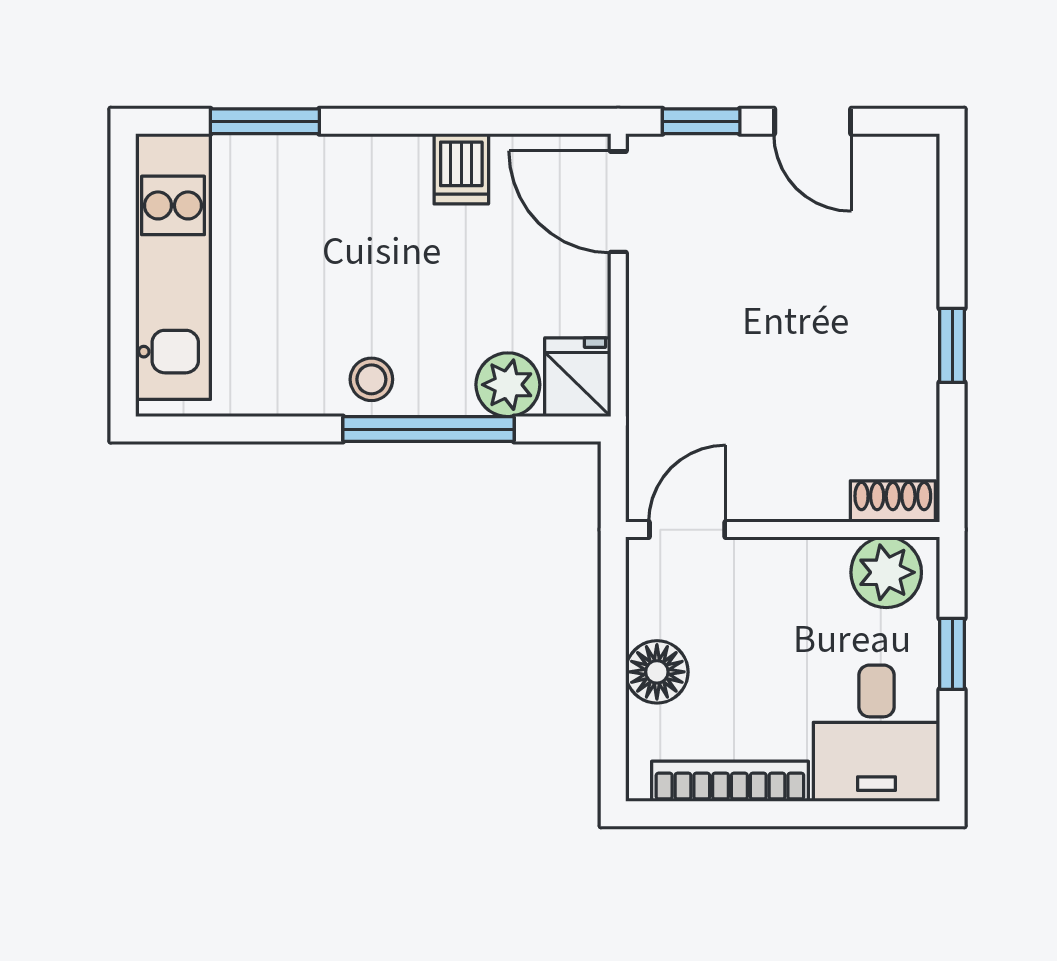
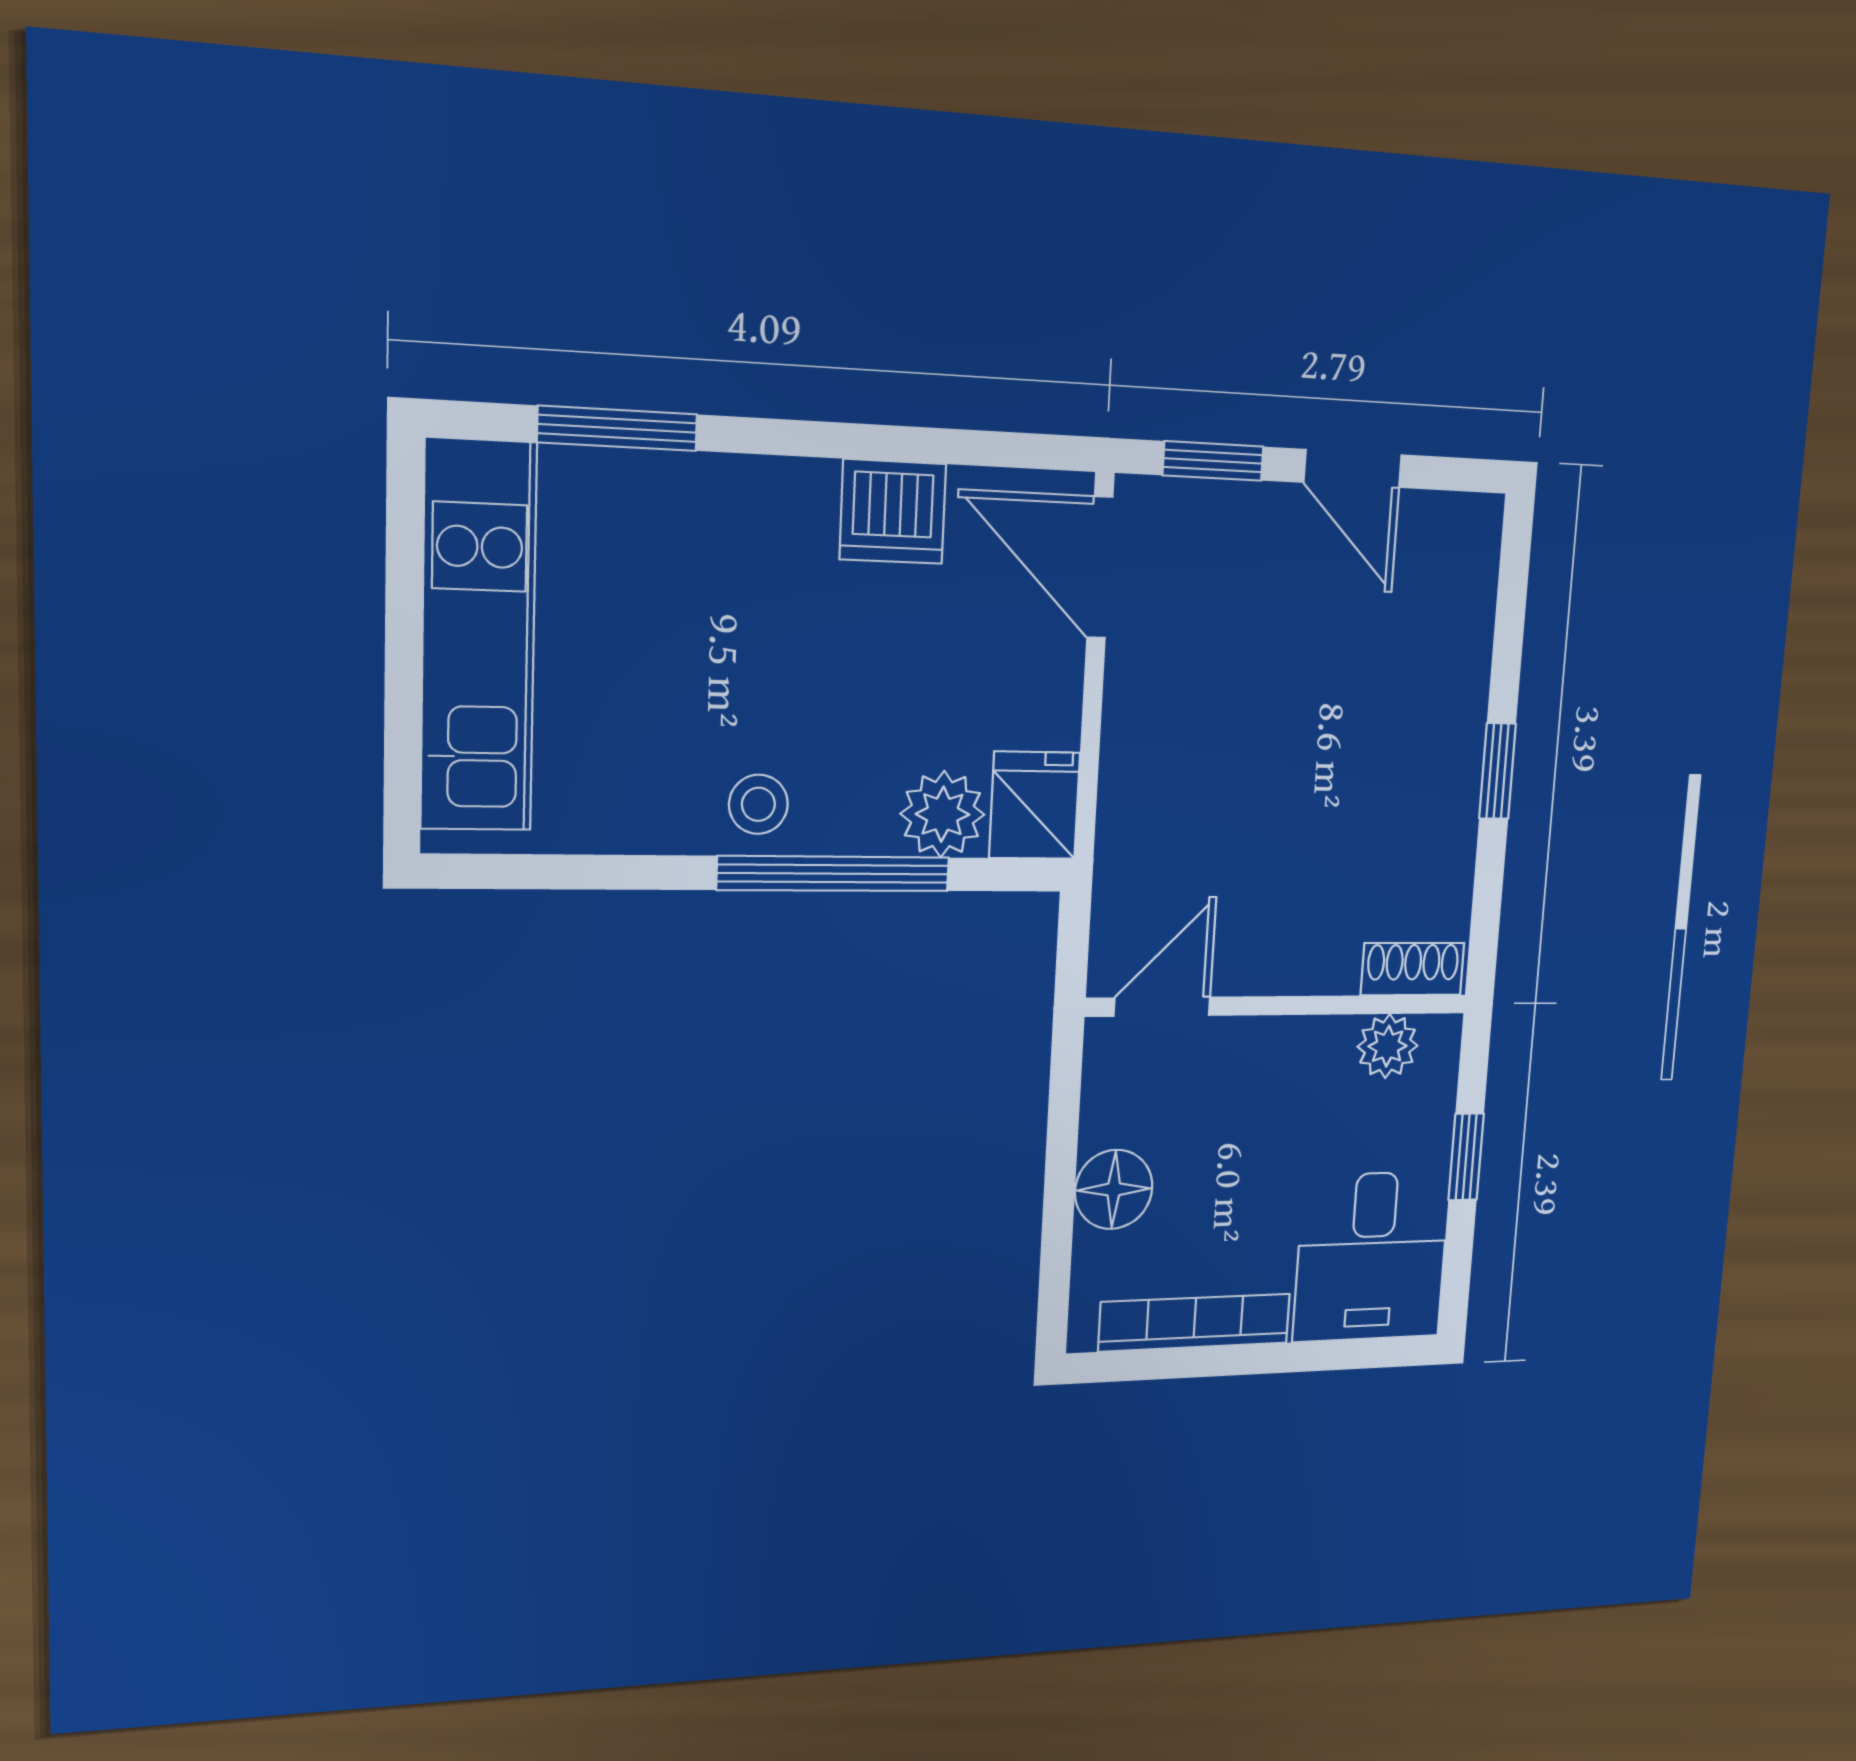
dishwasher: (461, 169) -> (893, 512), width x1.38
plant: (886, 572) -> (1388, 1046), width x0.73, depth x0.73

